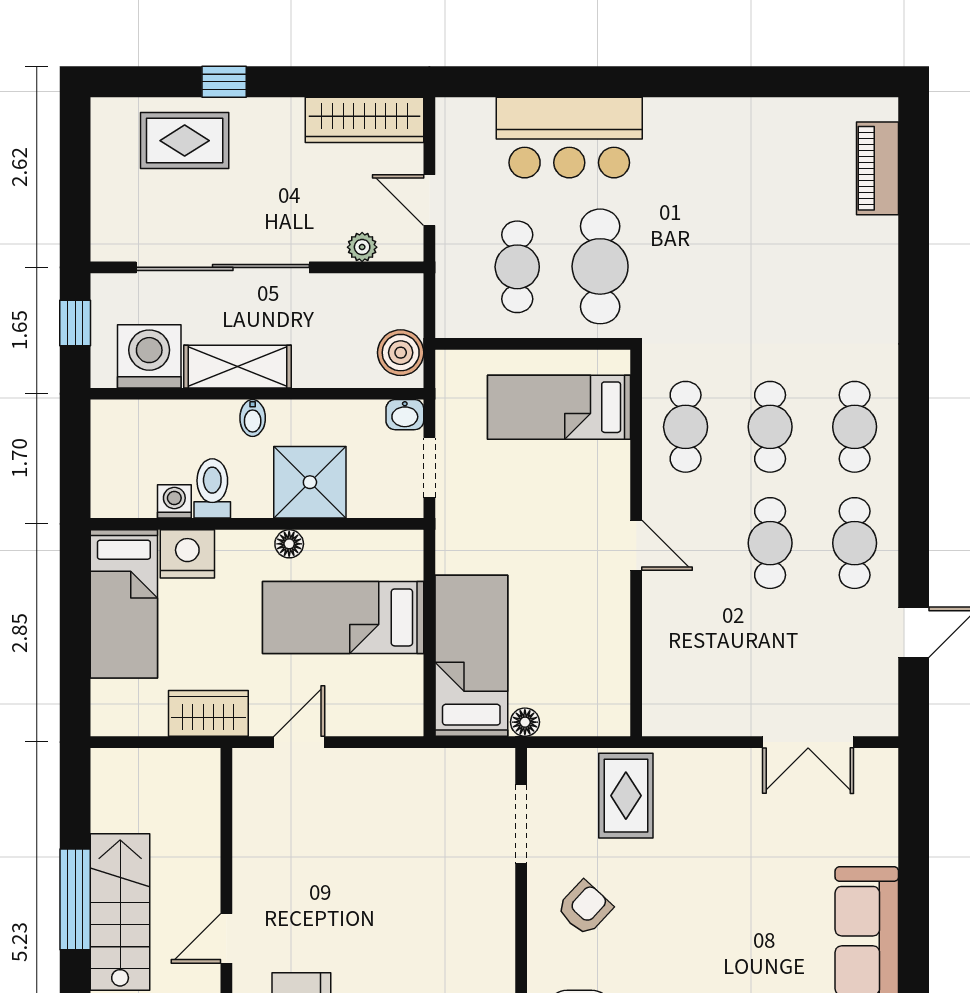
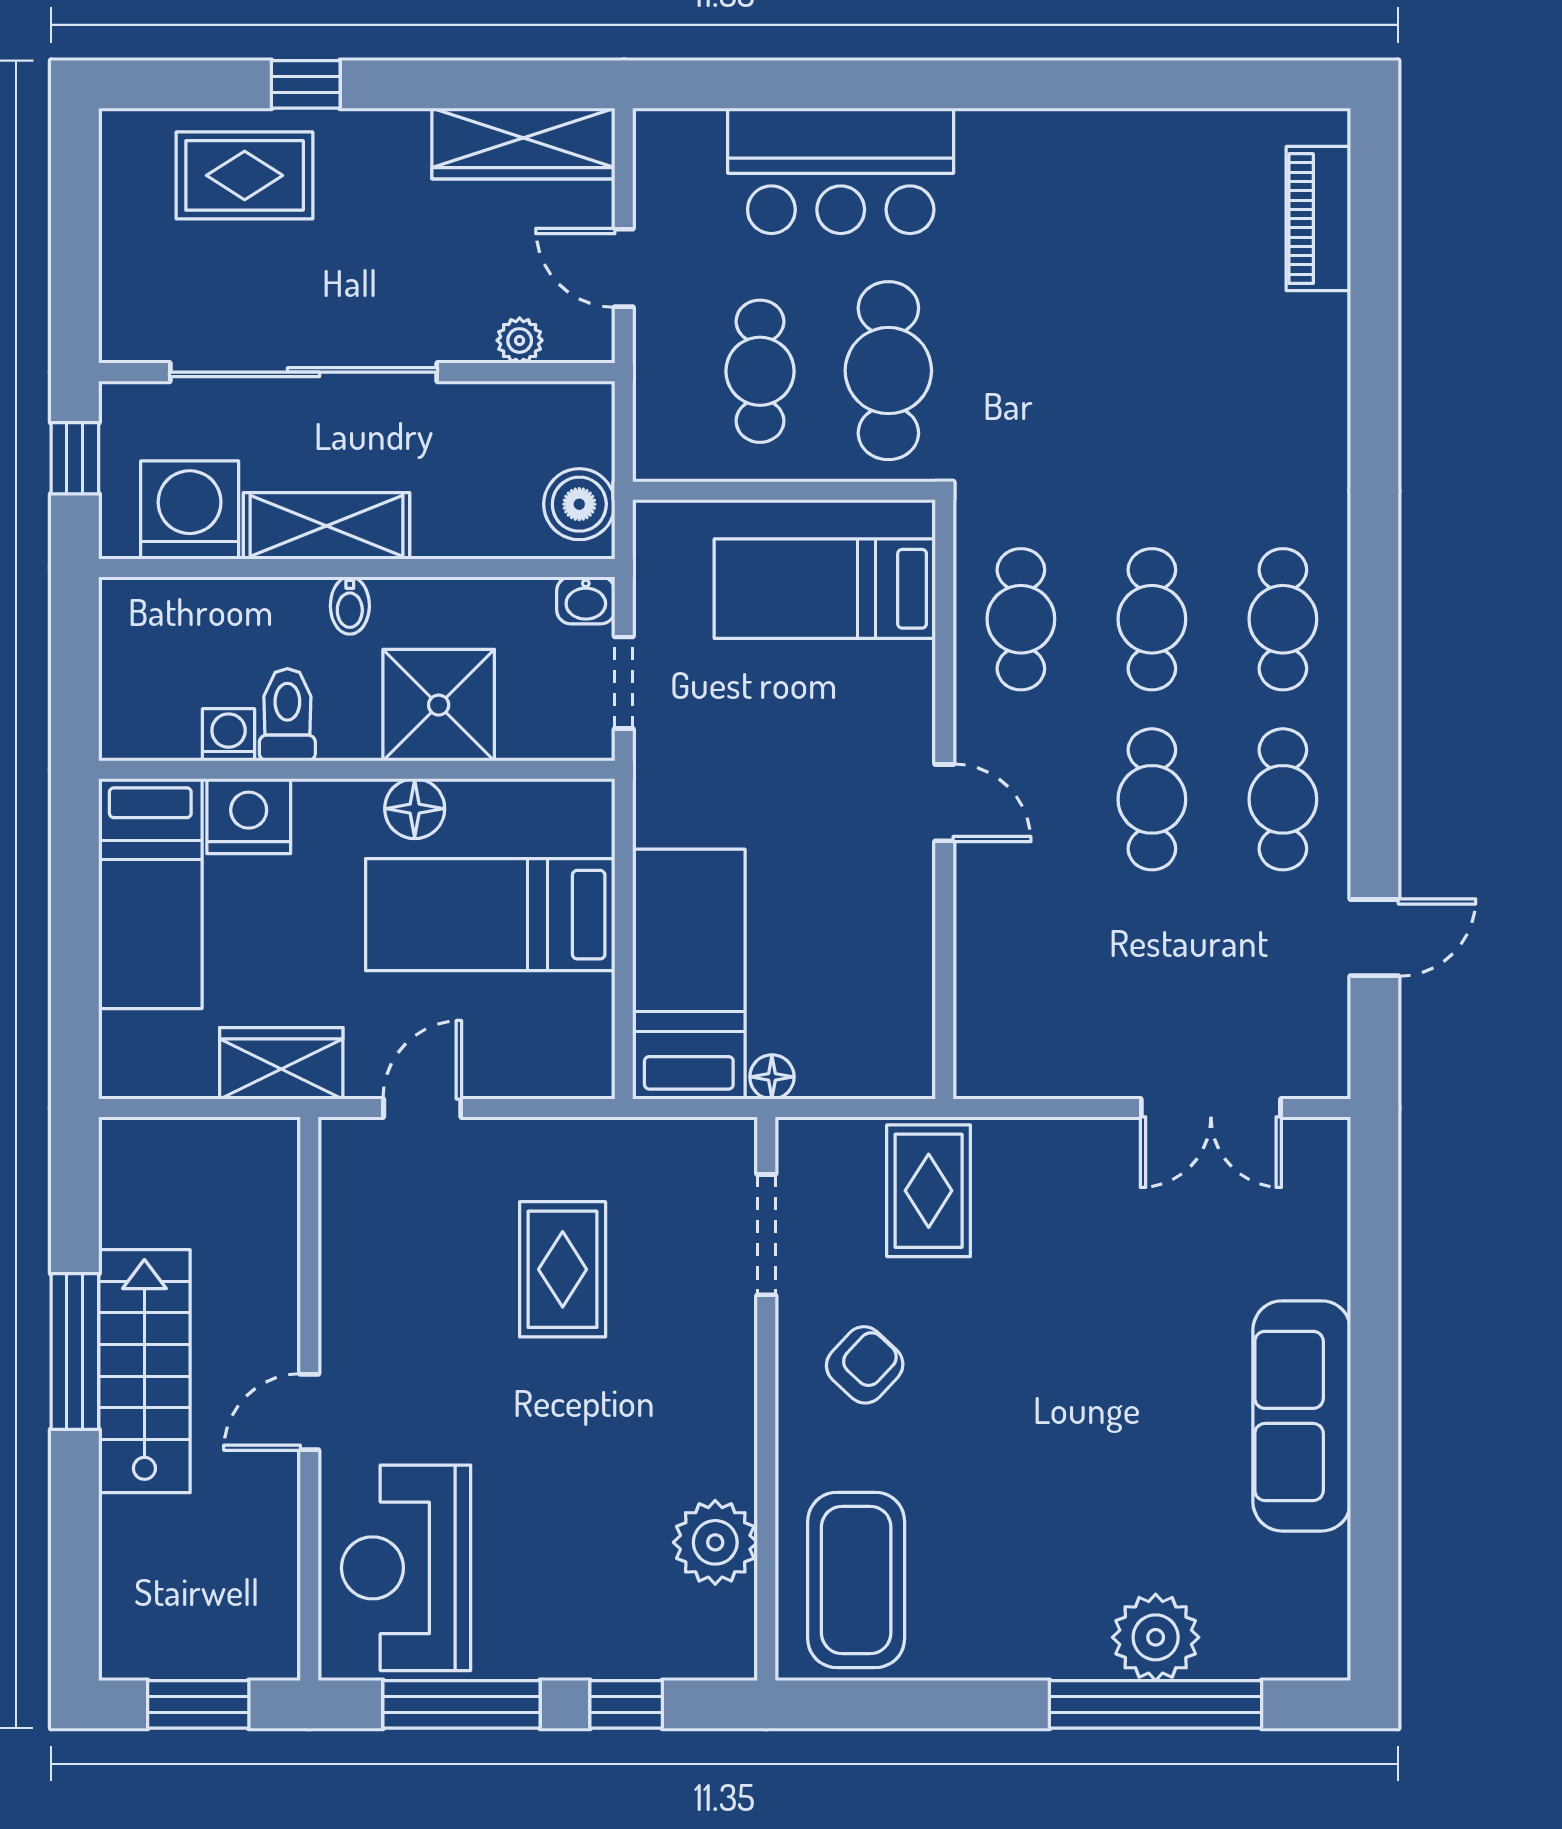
floor lamp: (289, 544) -> (415, 809), width x1.37, depth x1.37
rug: (390, 846) -> (563, 1269), added

